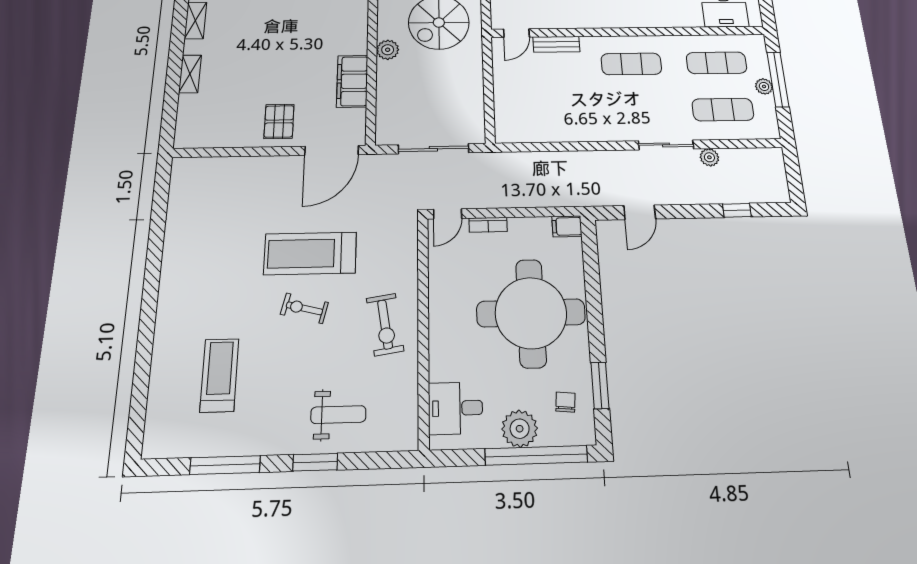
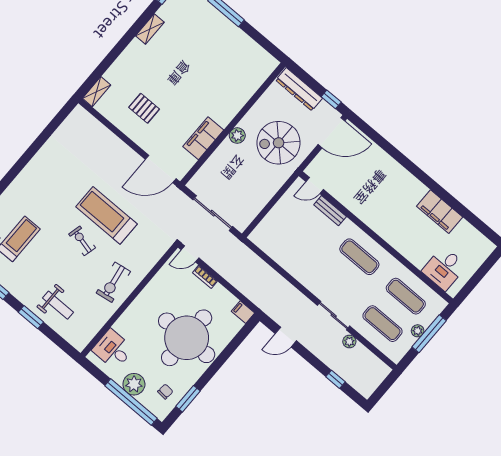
shelving: (190, 74) -> (97, 92), moved
pallet: (279, 121) -> (144, 108), moved, turned 90

